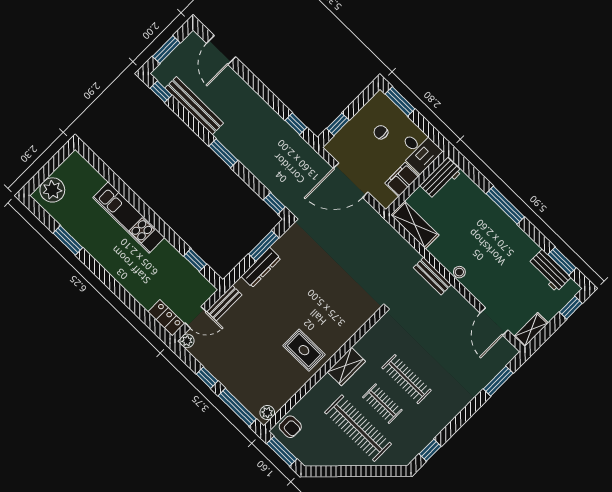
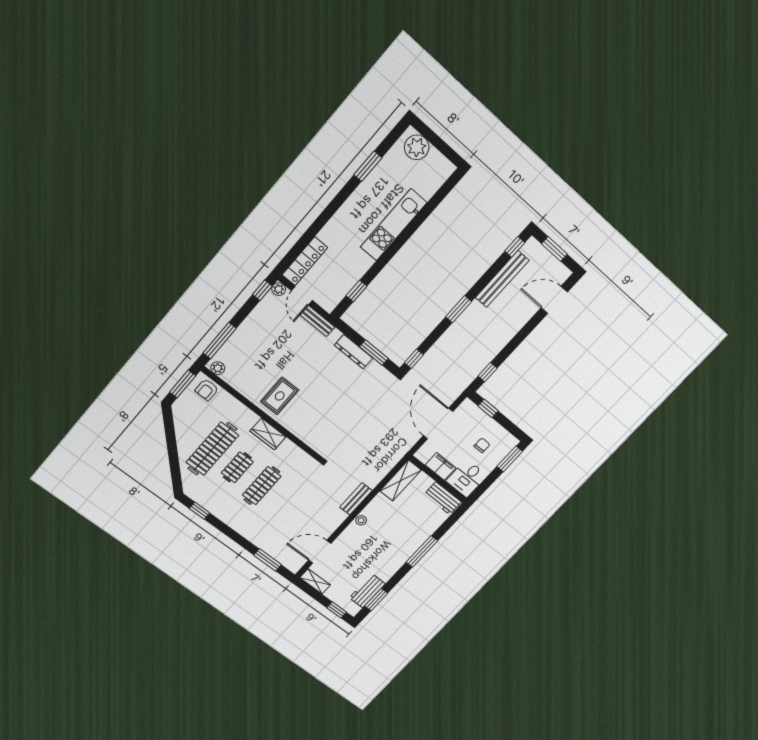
locker: (166, 318) -> (305, 261), width x1.53
window: (207, 378) -> (262, 290), moved

